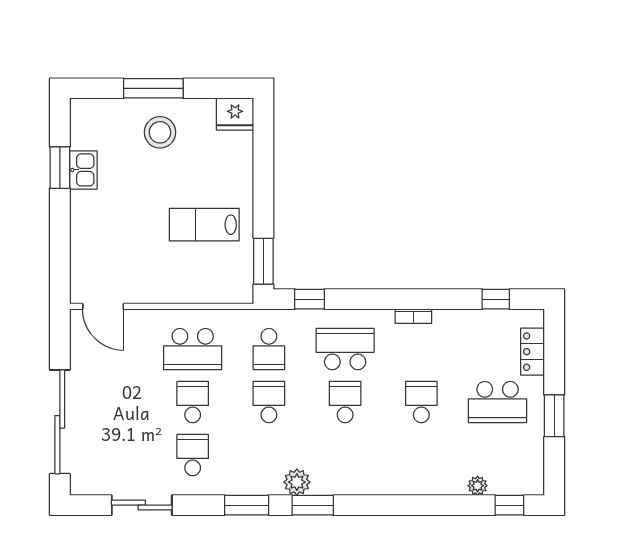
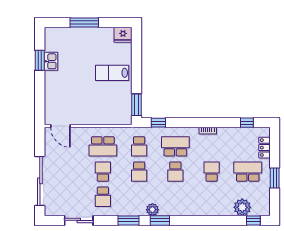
stool: (160, 132) -> (87, 43), removed
lab bench: (204, 225) -> (112, 73), moved
school desk: (269, 402) -> (139, 172), turned 180
school desk: (345, 402) -> (175, 172), turned 180
school desk: (498, 402) -> (248, 172), turned 180
school desk: (193, 455) -> (103, 197), turned 180
plant: (478, 486) -> (242, 207), width x1.87, depth x1.87

